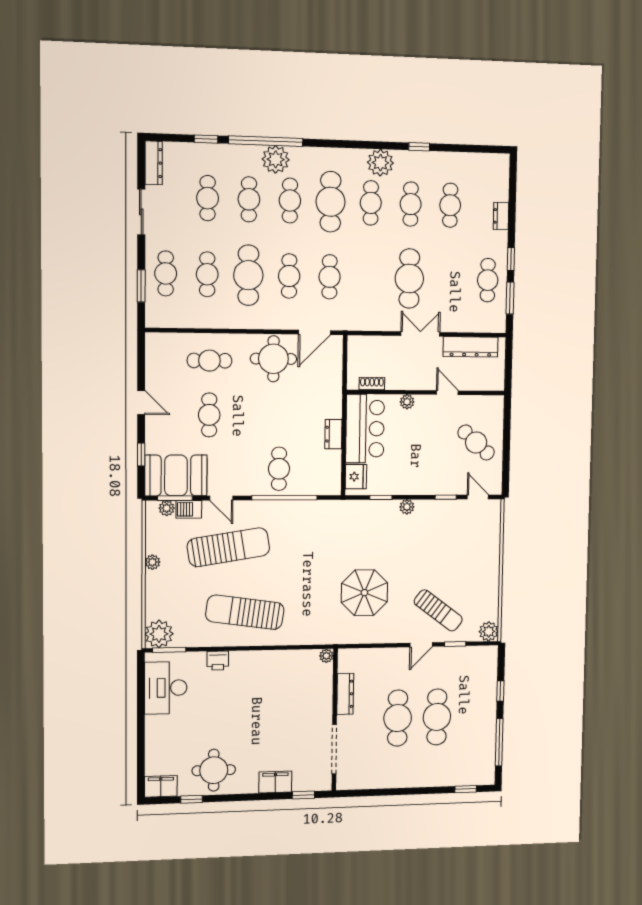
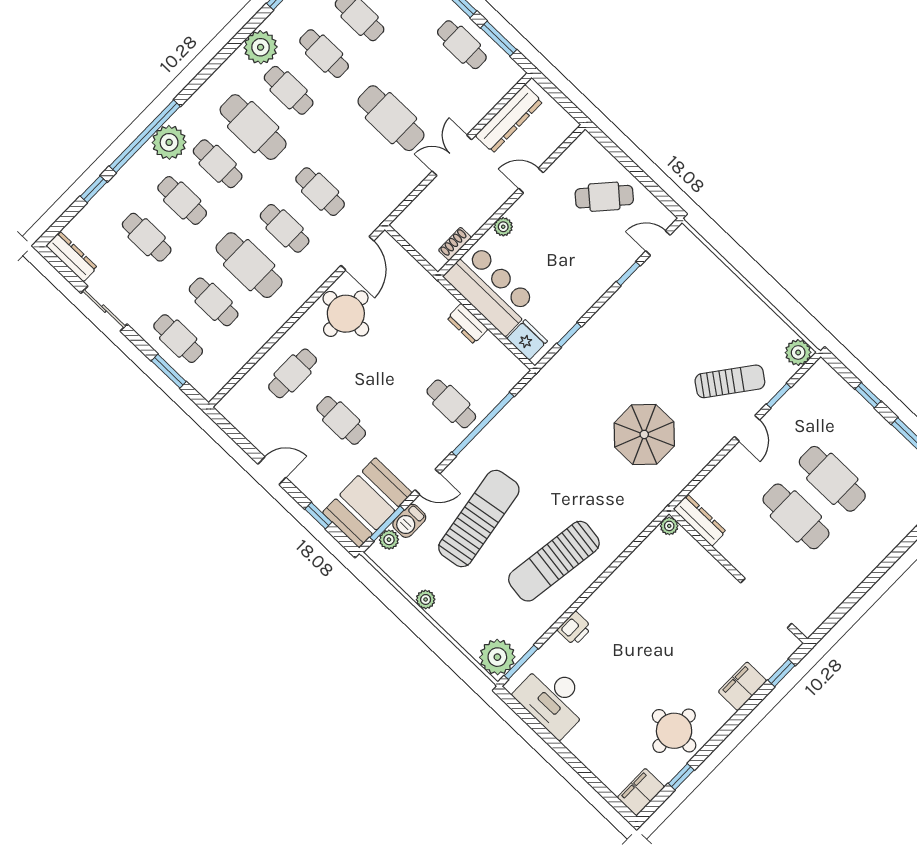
plant: (407, 507) -> (602, 319), removed
dresser: (345, 694) -> (700, 520), moved

